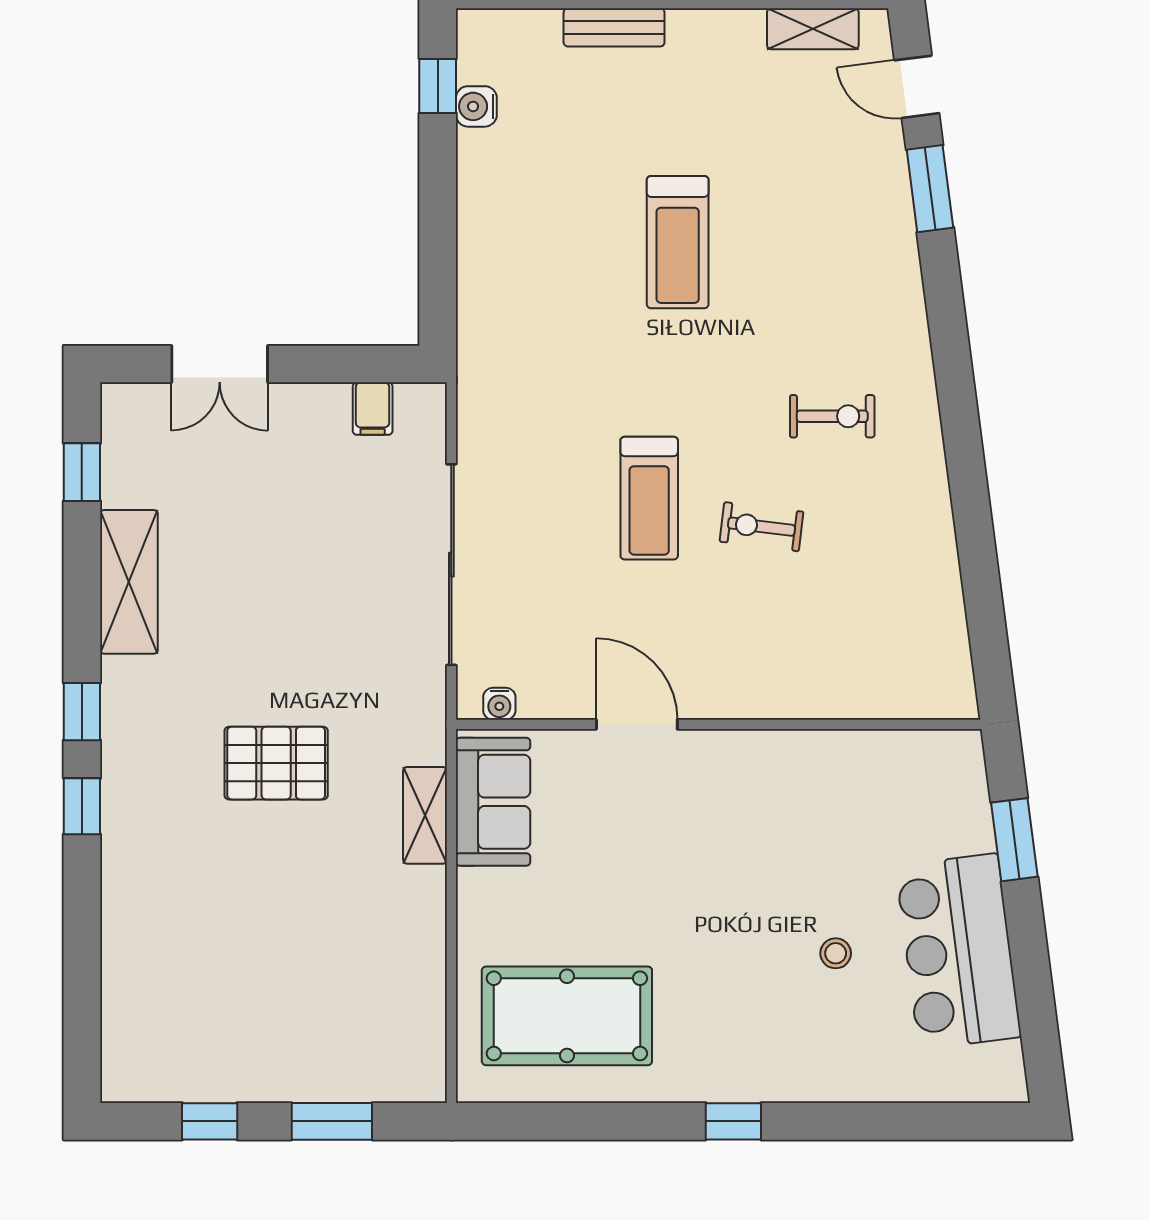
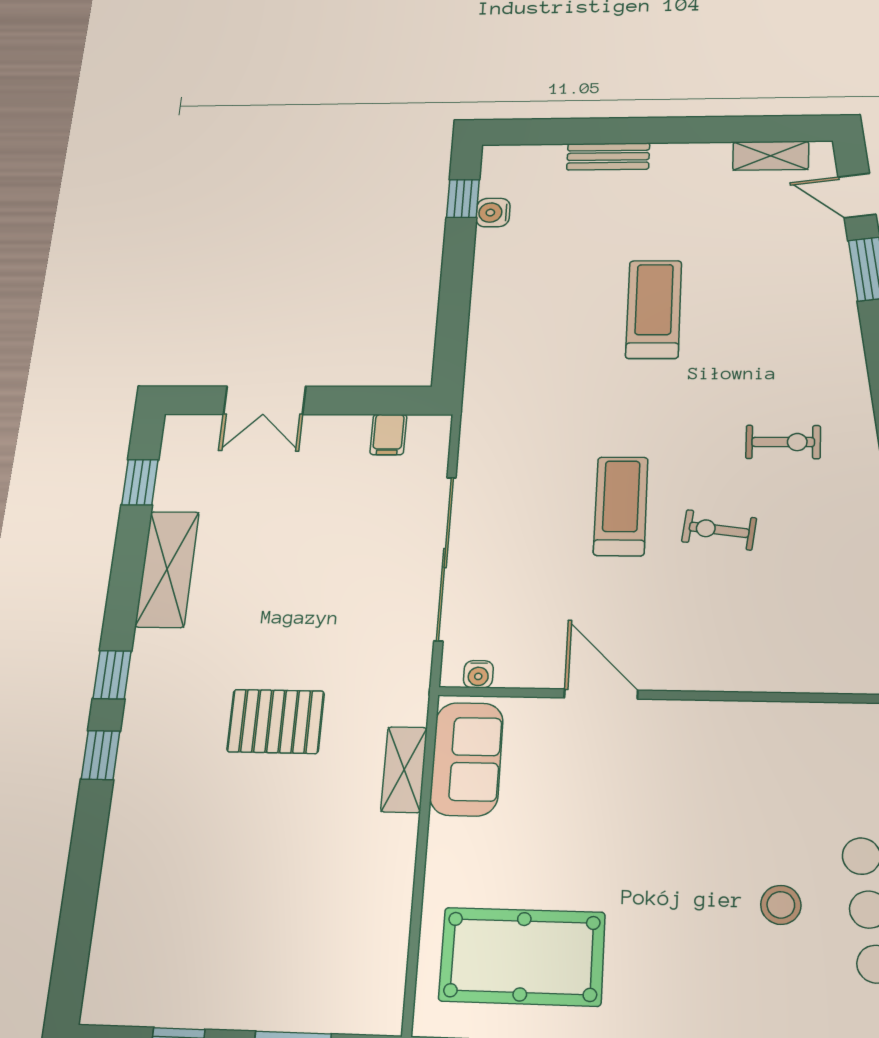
treadmill: (678, 242) -> (654, 309), turned 180
treadmill: (649, 498) -> (621, 506), turned 180
stool: (836, 953) -> (781, 905), width x1.37, depth x1.37

